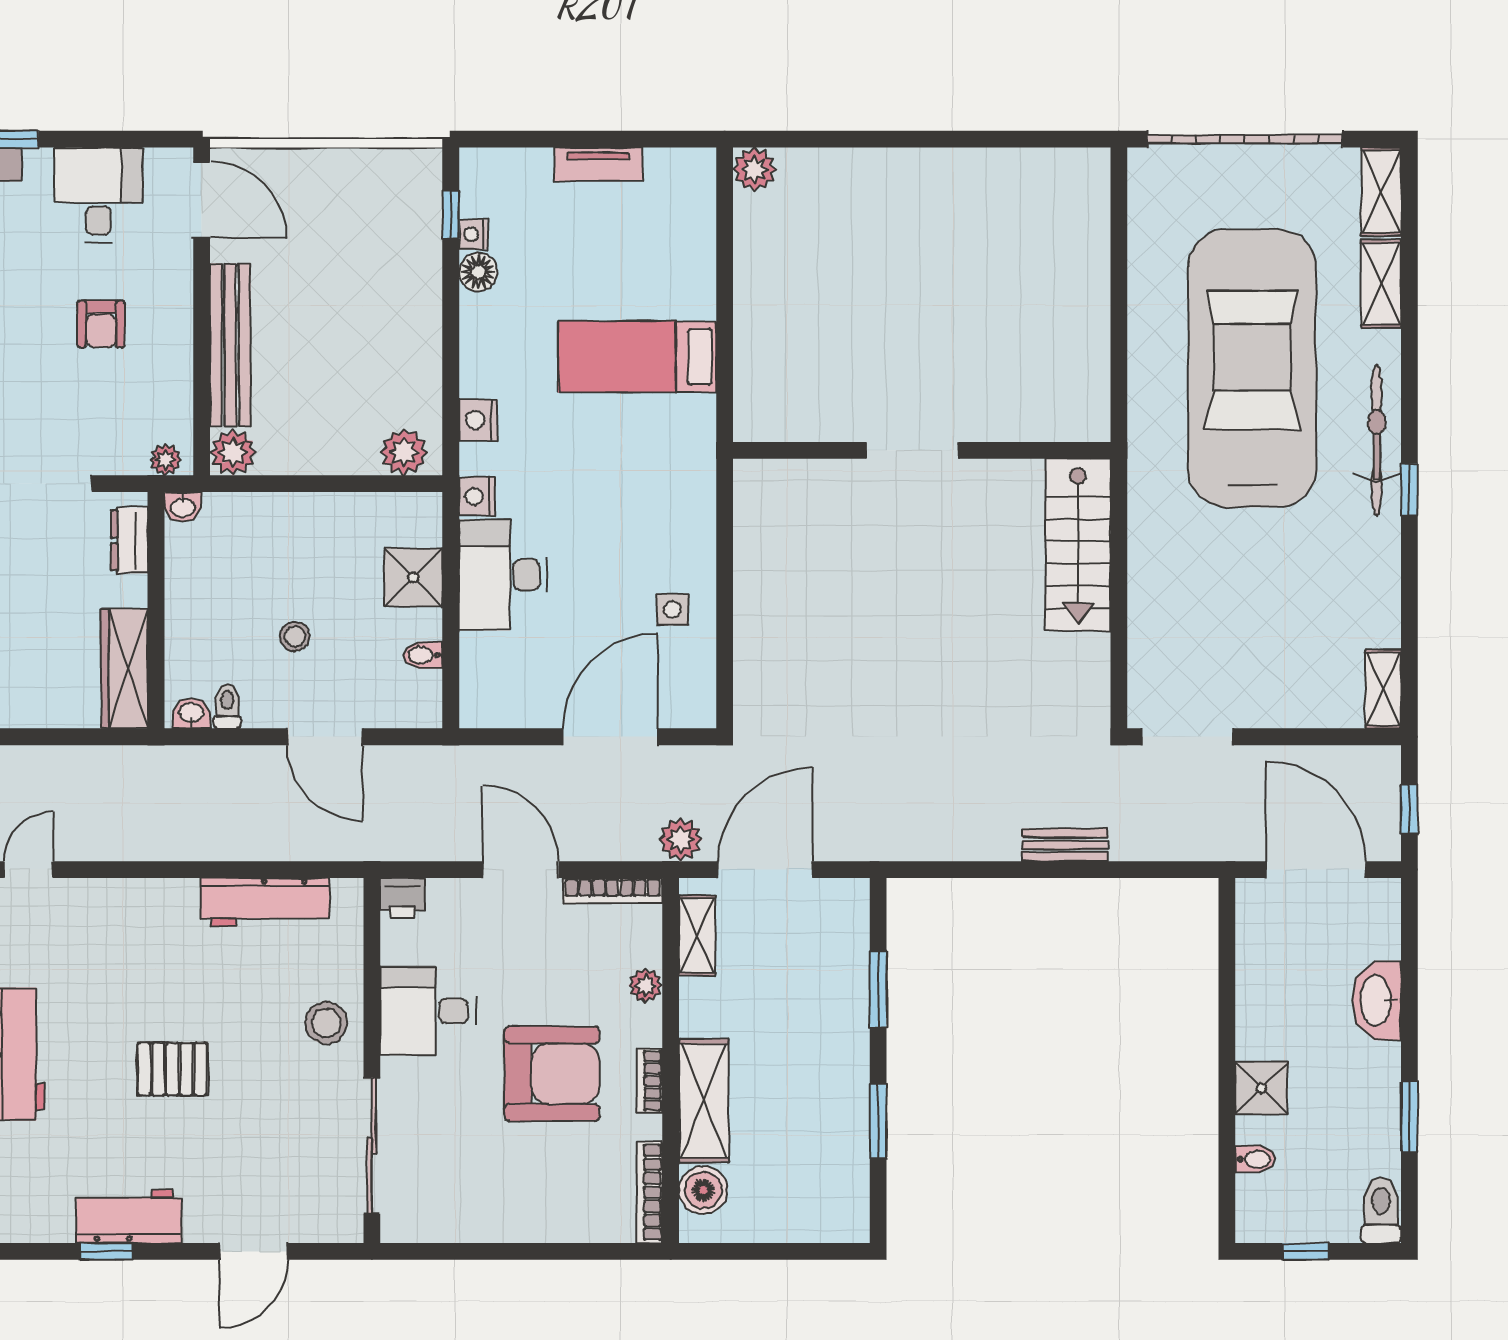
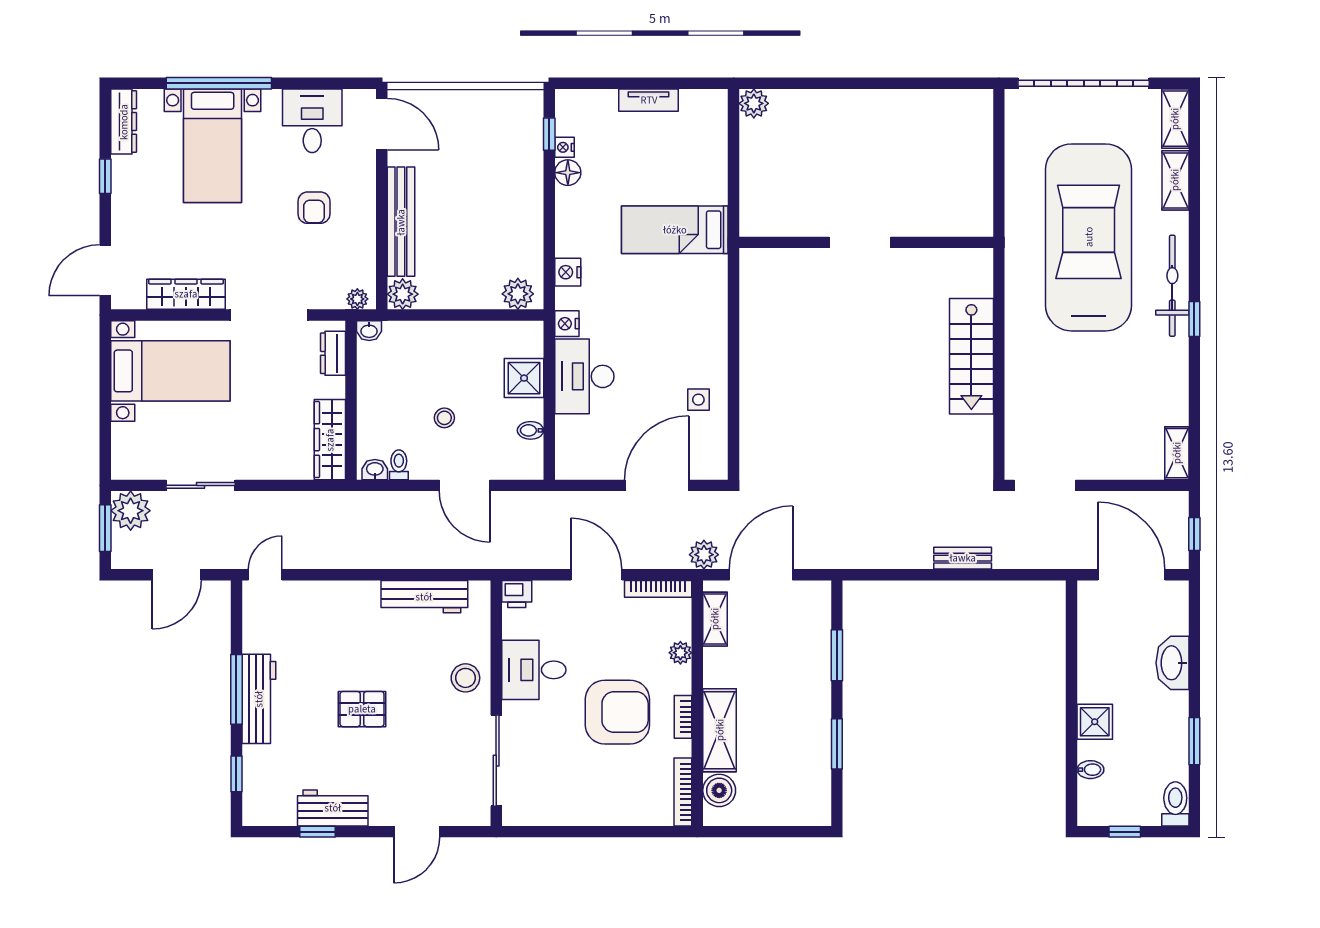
doorway: (912, 450) -> (860, 242), moved
wall: (922, 450) -> (866, 242), moved

